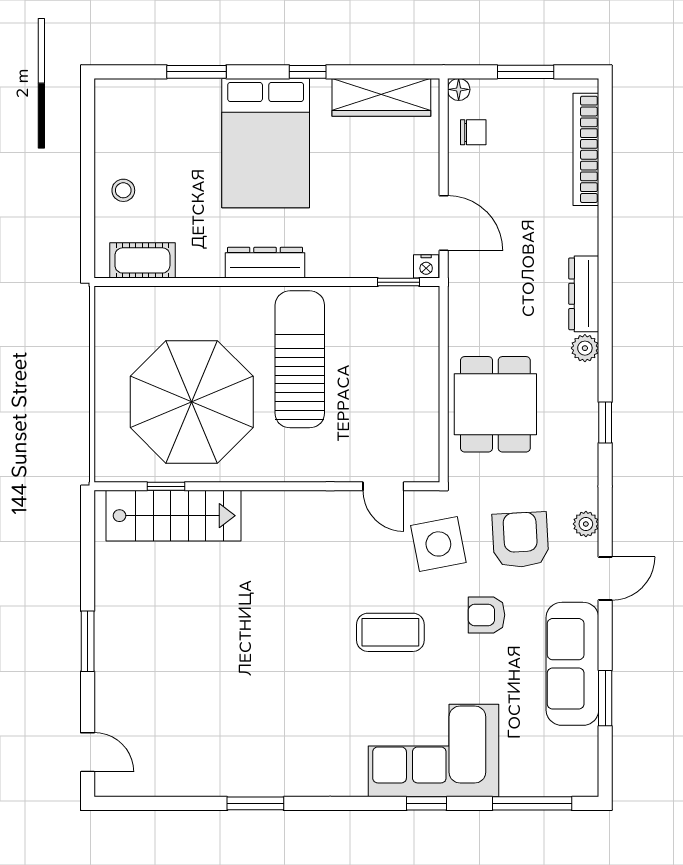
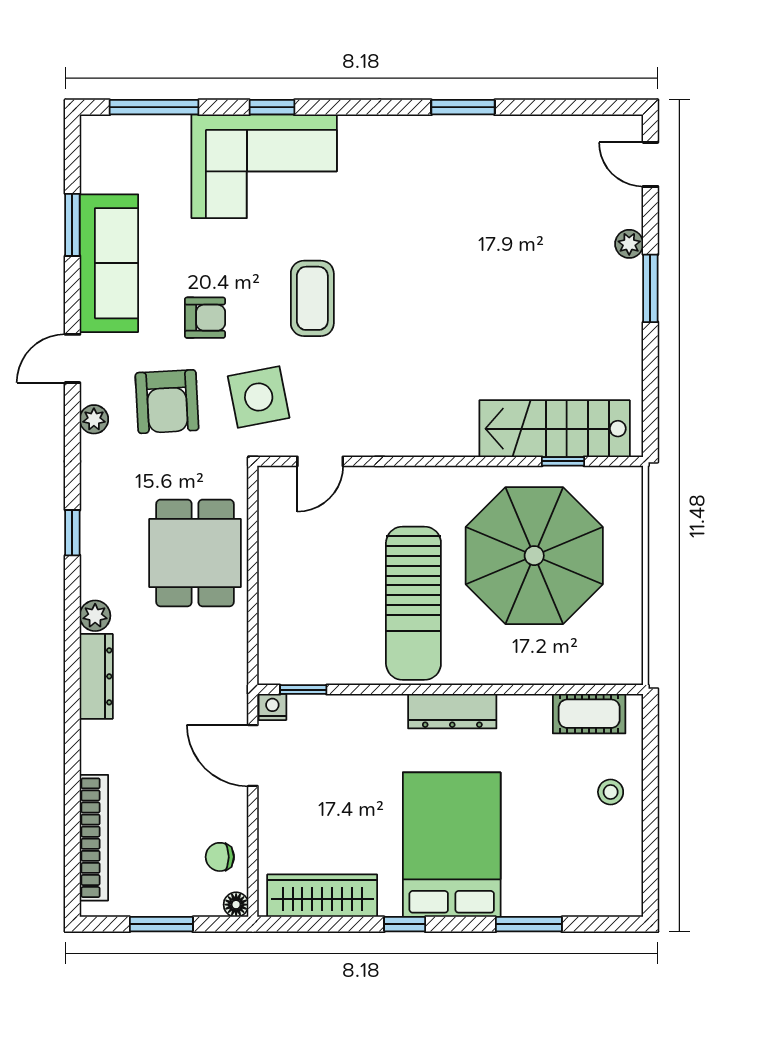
door: (383, 486) -> (320, 461), swing flipped
coffee table: (390, 632) -> (312, 298), turned 90
plant: (107, 681) -> (629, 244), added

